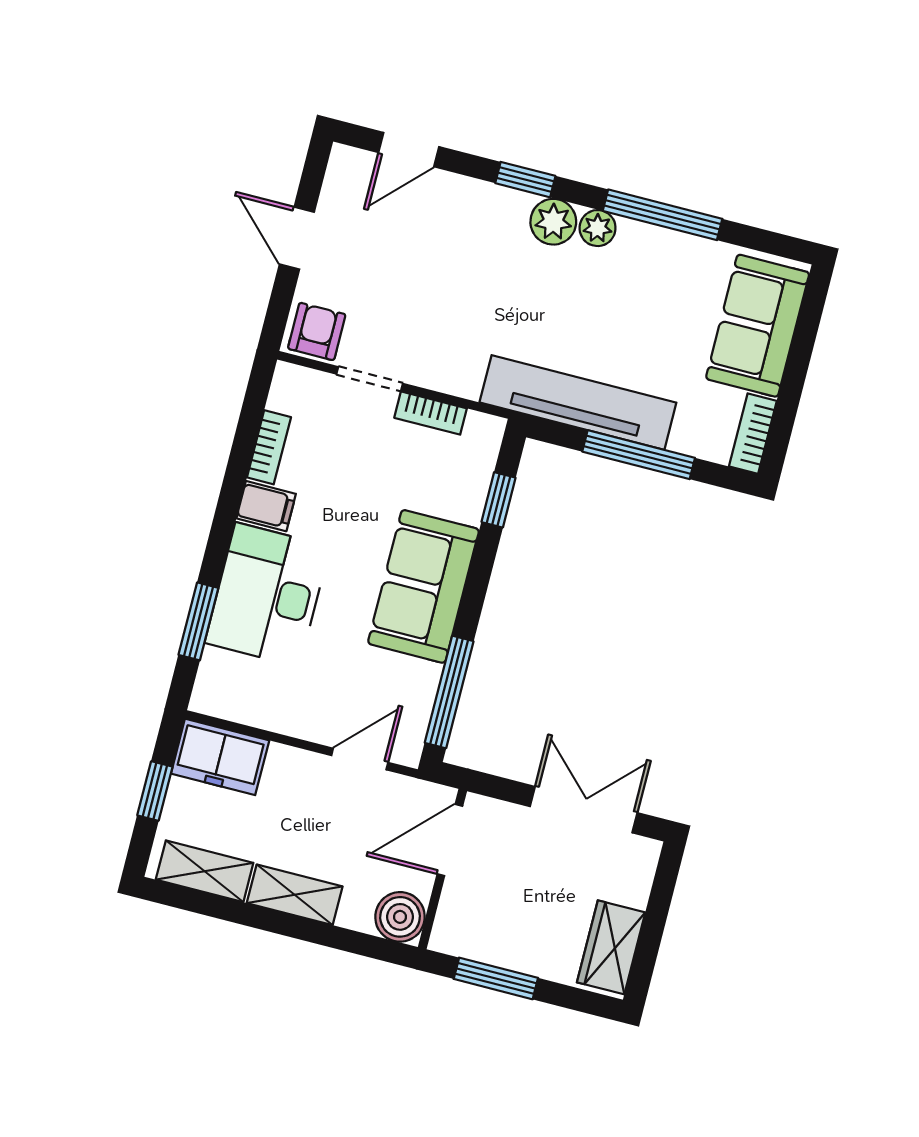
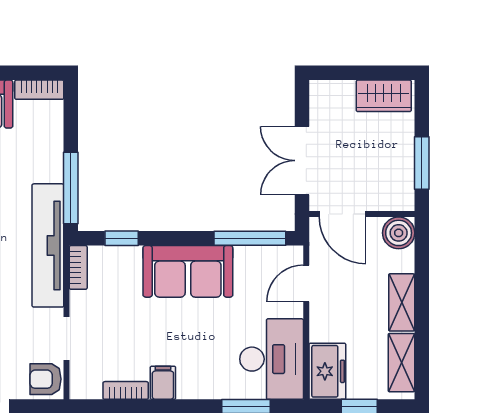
tv unit: (578, 402) -> (48, 245), moved
bookcase: (431, 413) -> (78, 267), moved
window: (639, 455) -> (71, 188), moved
desk: (267, 595) -> (272, 359), moved, turned -90
door: (360, 759) -> (306, 284), hinge flipped
double door: (584, 810) -> (302, 161), moved

